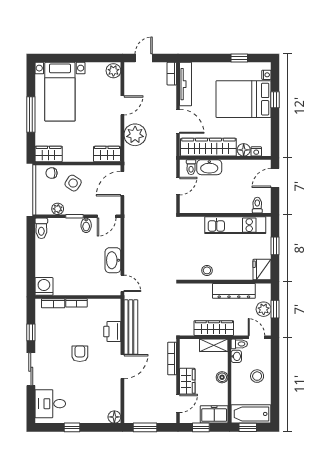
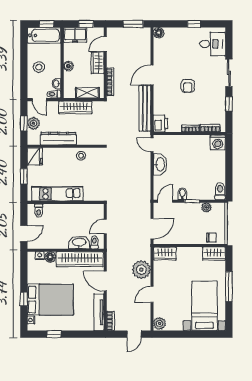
side table: (73, 183) -> (193, 229), removed
printer: (112, 332) -> (160, 124), moved
shelving: (214, 345) -> (87, 93), moved

